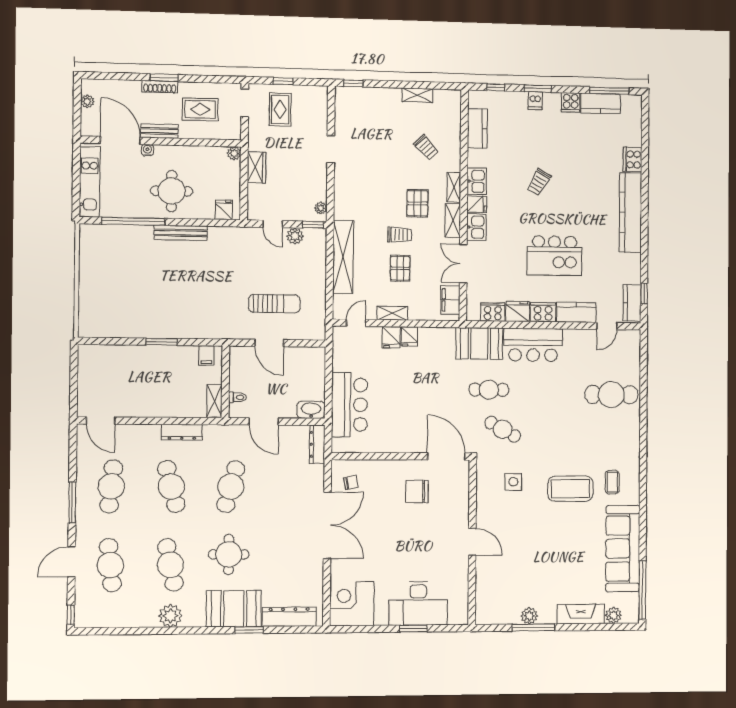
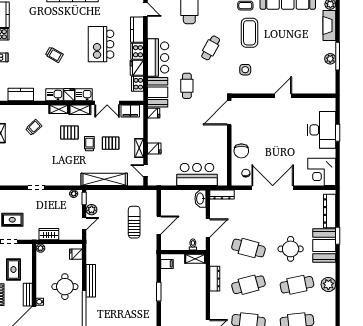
kitchen island: (554, 256) -> (101, 44), turned 180
fridge: (409, 336) -> (154, 113), moved
cafe table: (503, 429) -> (211, 48), moved
chair: (417, 492) -> (241, 151), moved

